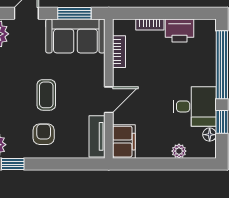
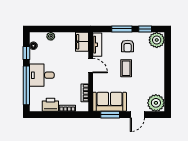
door: (109, 100) -> (91, 66), swing flipped
desk: (195, 106) -> (42, 75), moved
window: (54, 164) -> (122, 29), added

